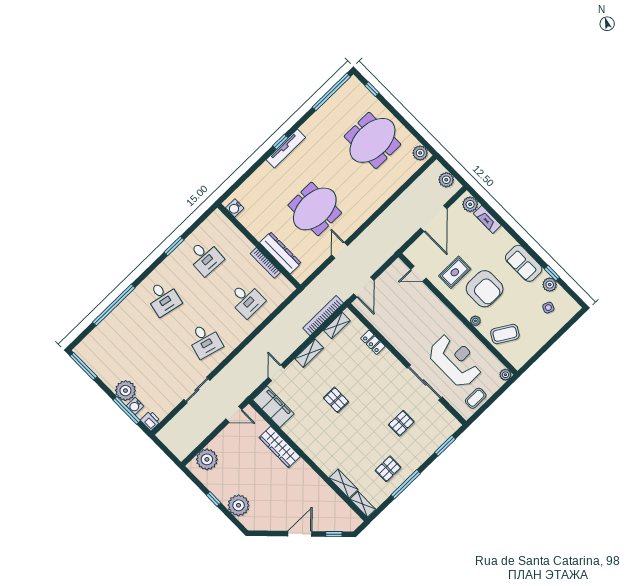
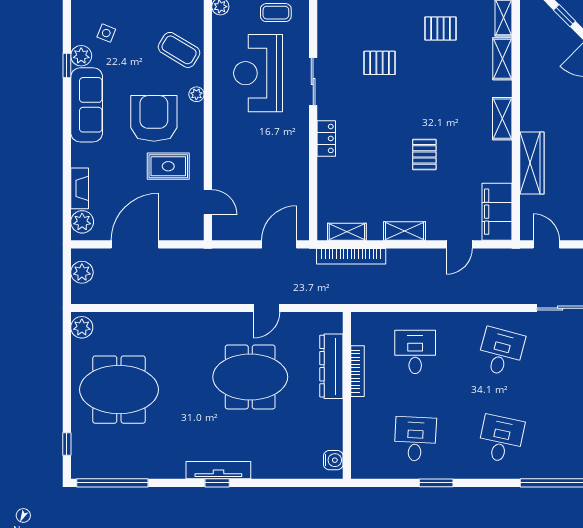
sofa: (524, 263) -> (87, 105), width x1.36
locker: (373, 342) -> (326, 138), moved
sliding door: (425, 382) -> (313, 82), width x0.73
shelving: (315, 454) -> (502, 119), added

